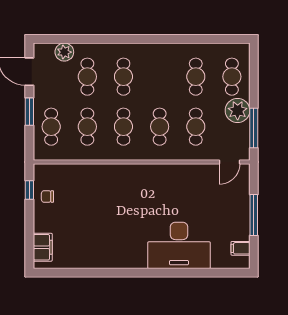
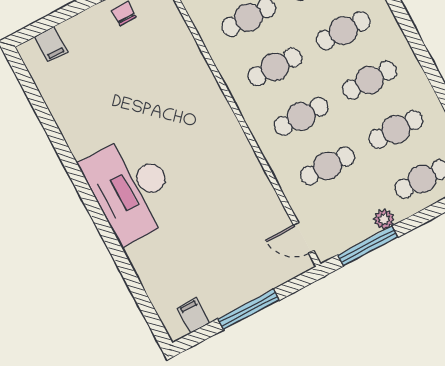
cafe table: (160, 77) -> (370, 80), added
plant: (238, 110) -> (384, 219), width x0.53, depth x0.53
desk: (179, 245) -> (131, 189), moved
filing cabinet: (43, 247) -> (51, 44), width x0.50

